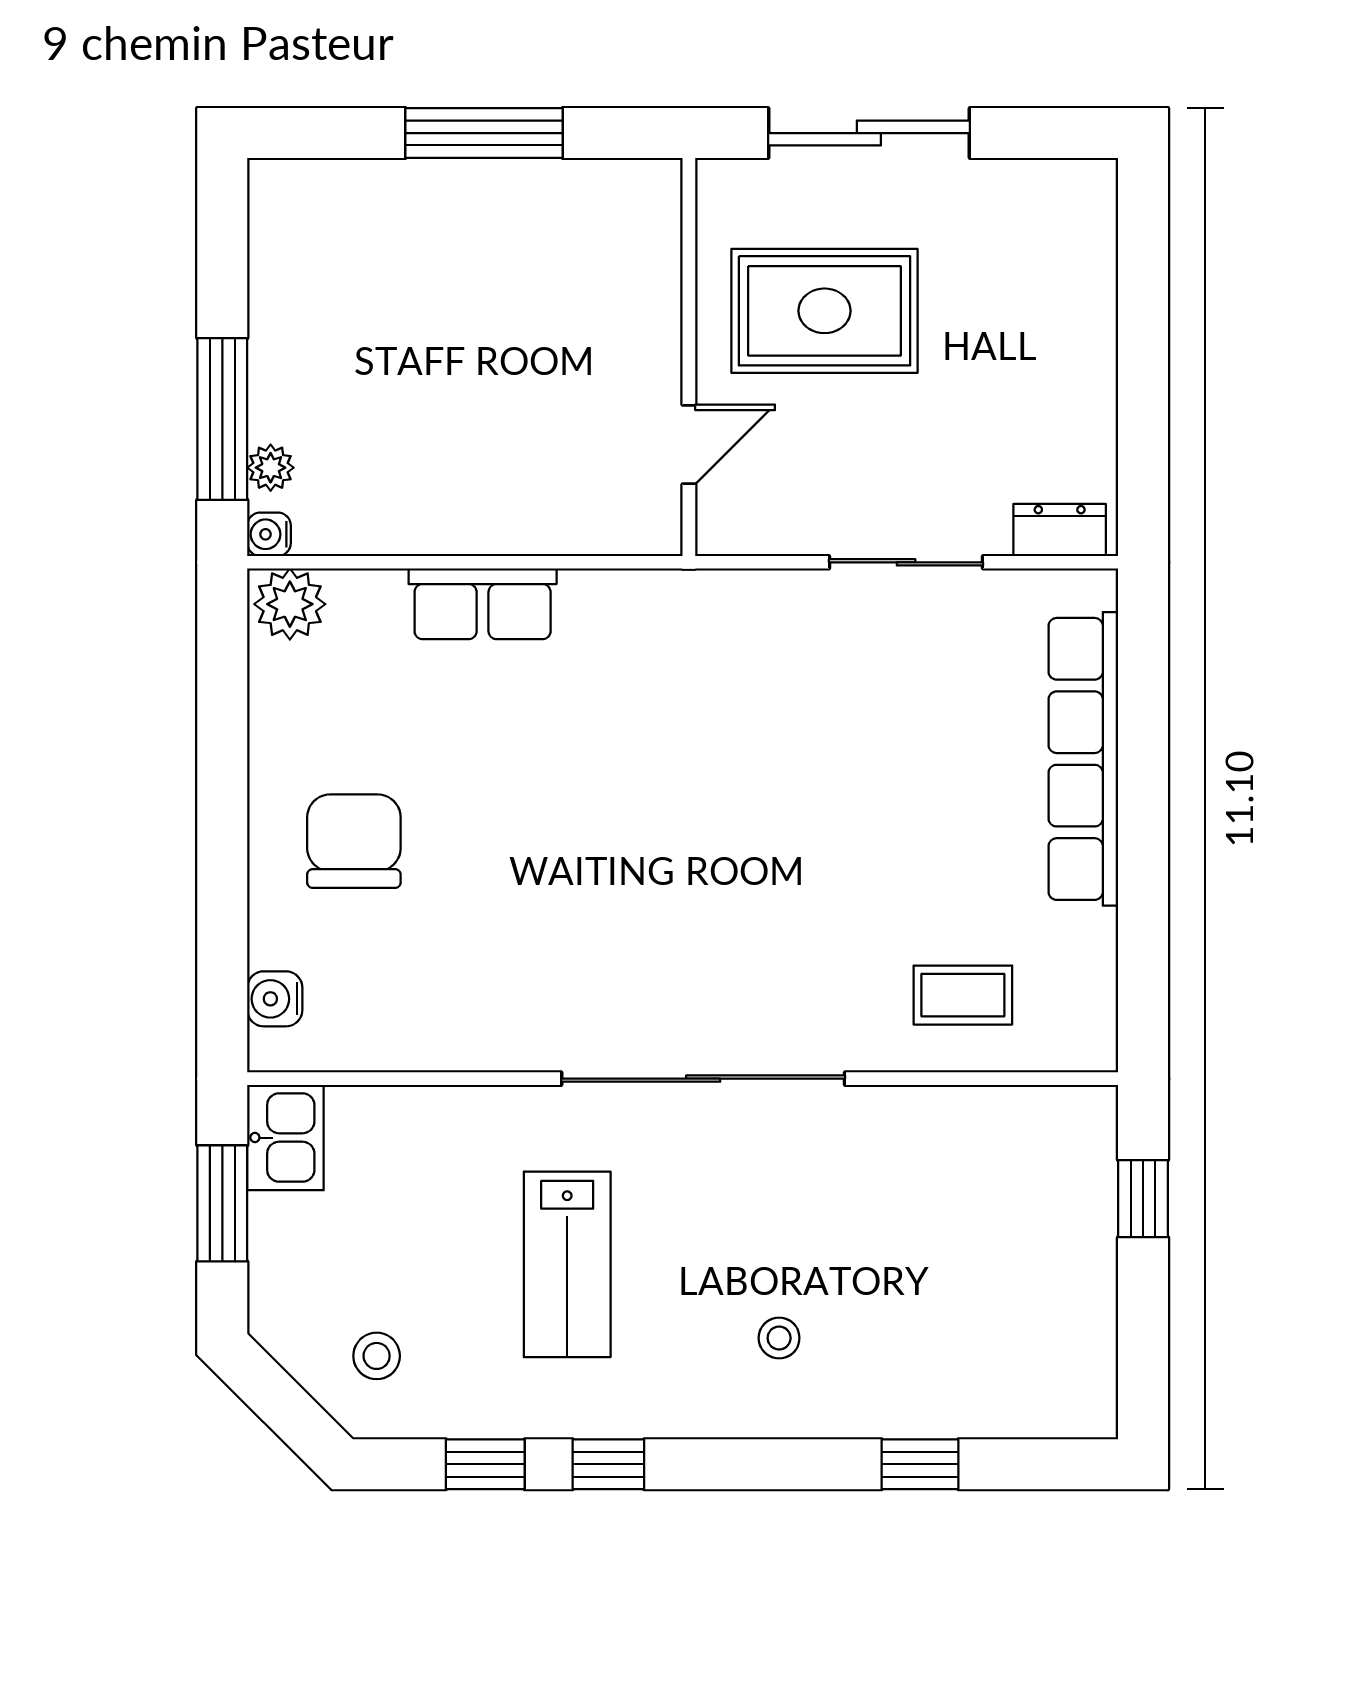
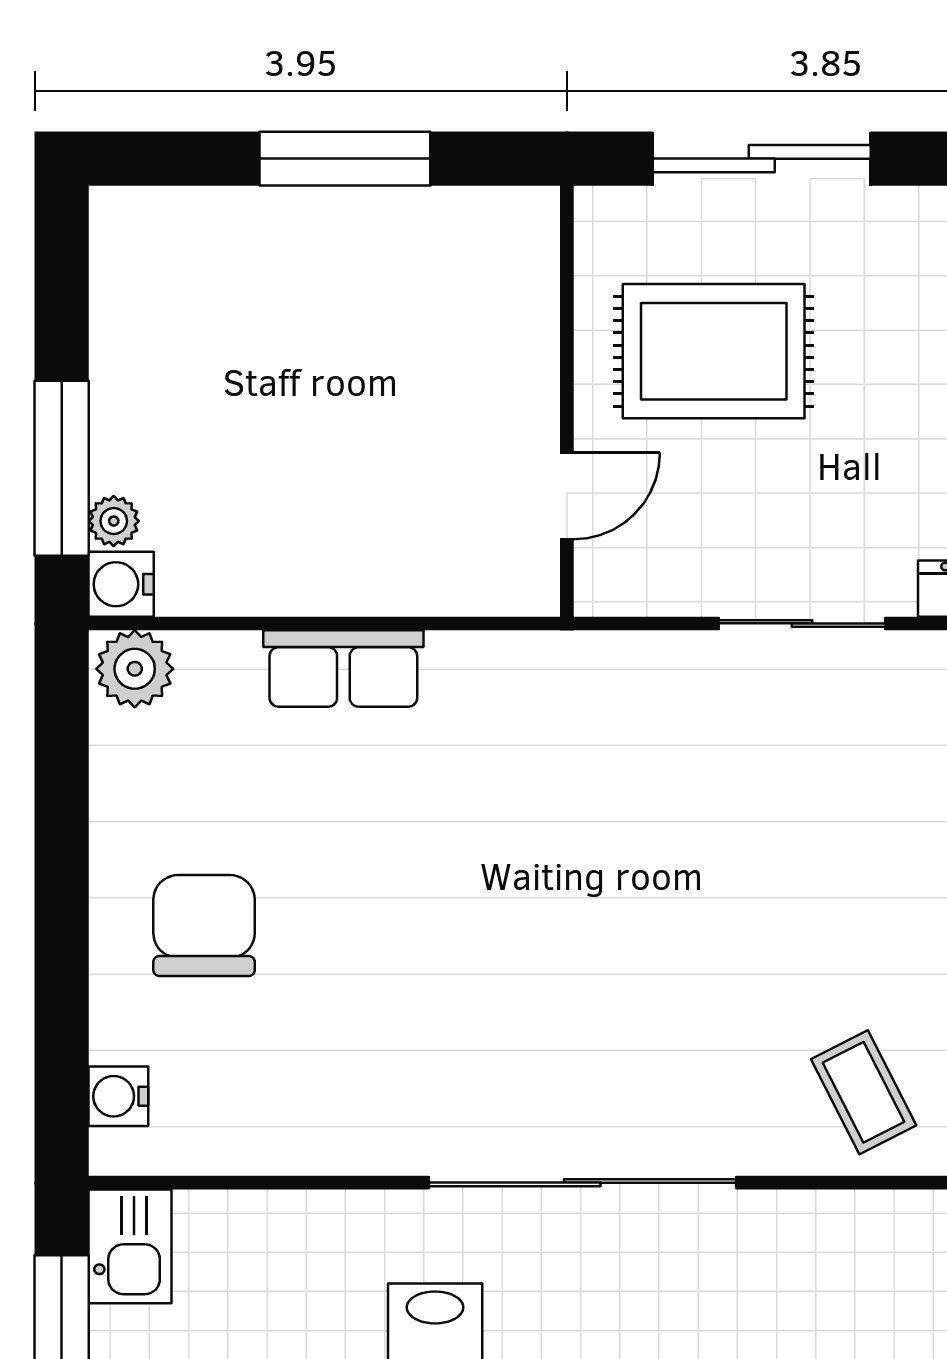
water cooler: (269, 534) -> (121, 584), width x1.38, depth x1.38
coffee table: (963, 995) -> (864, 1092), turned 63

